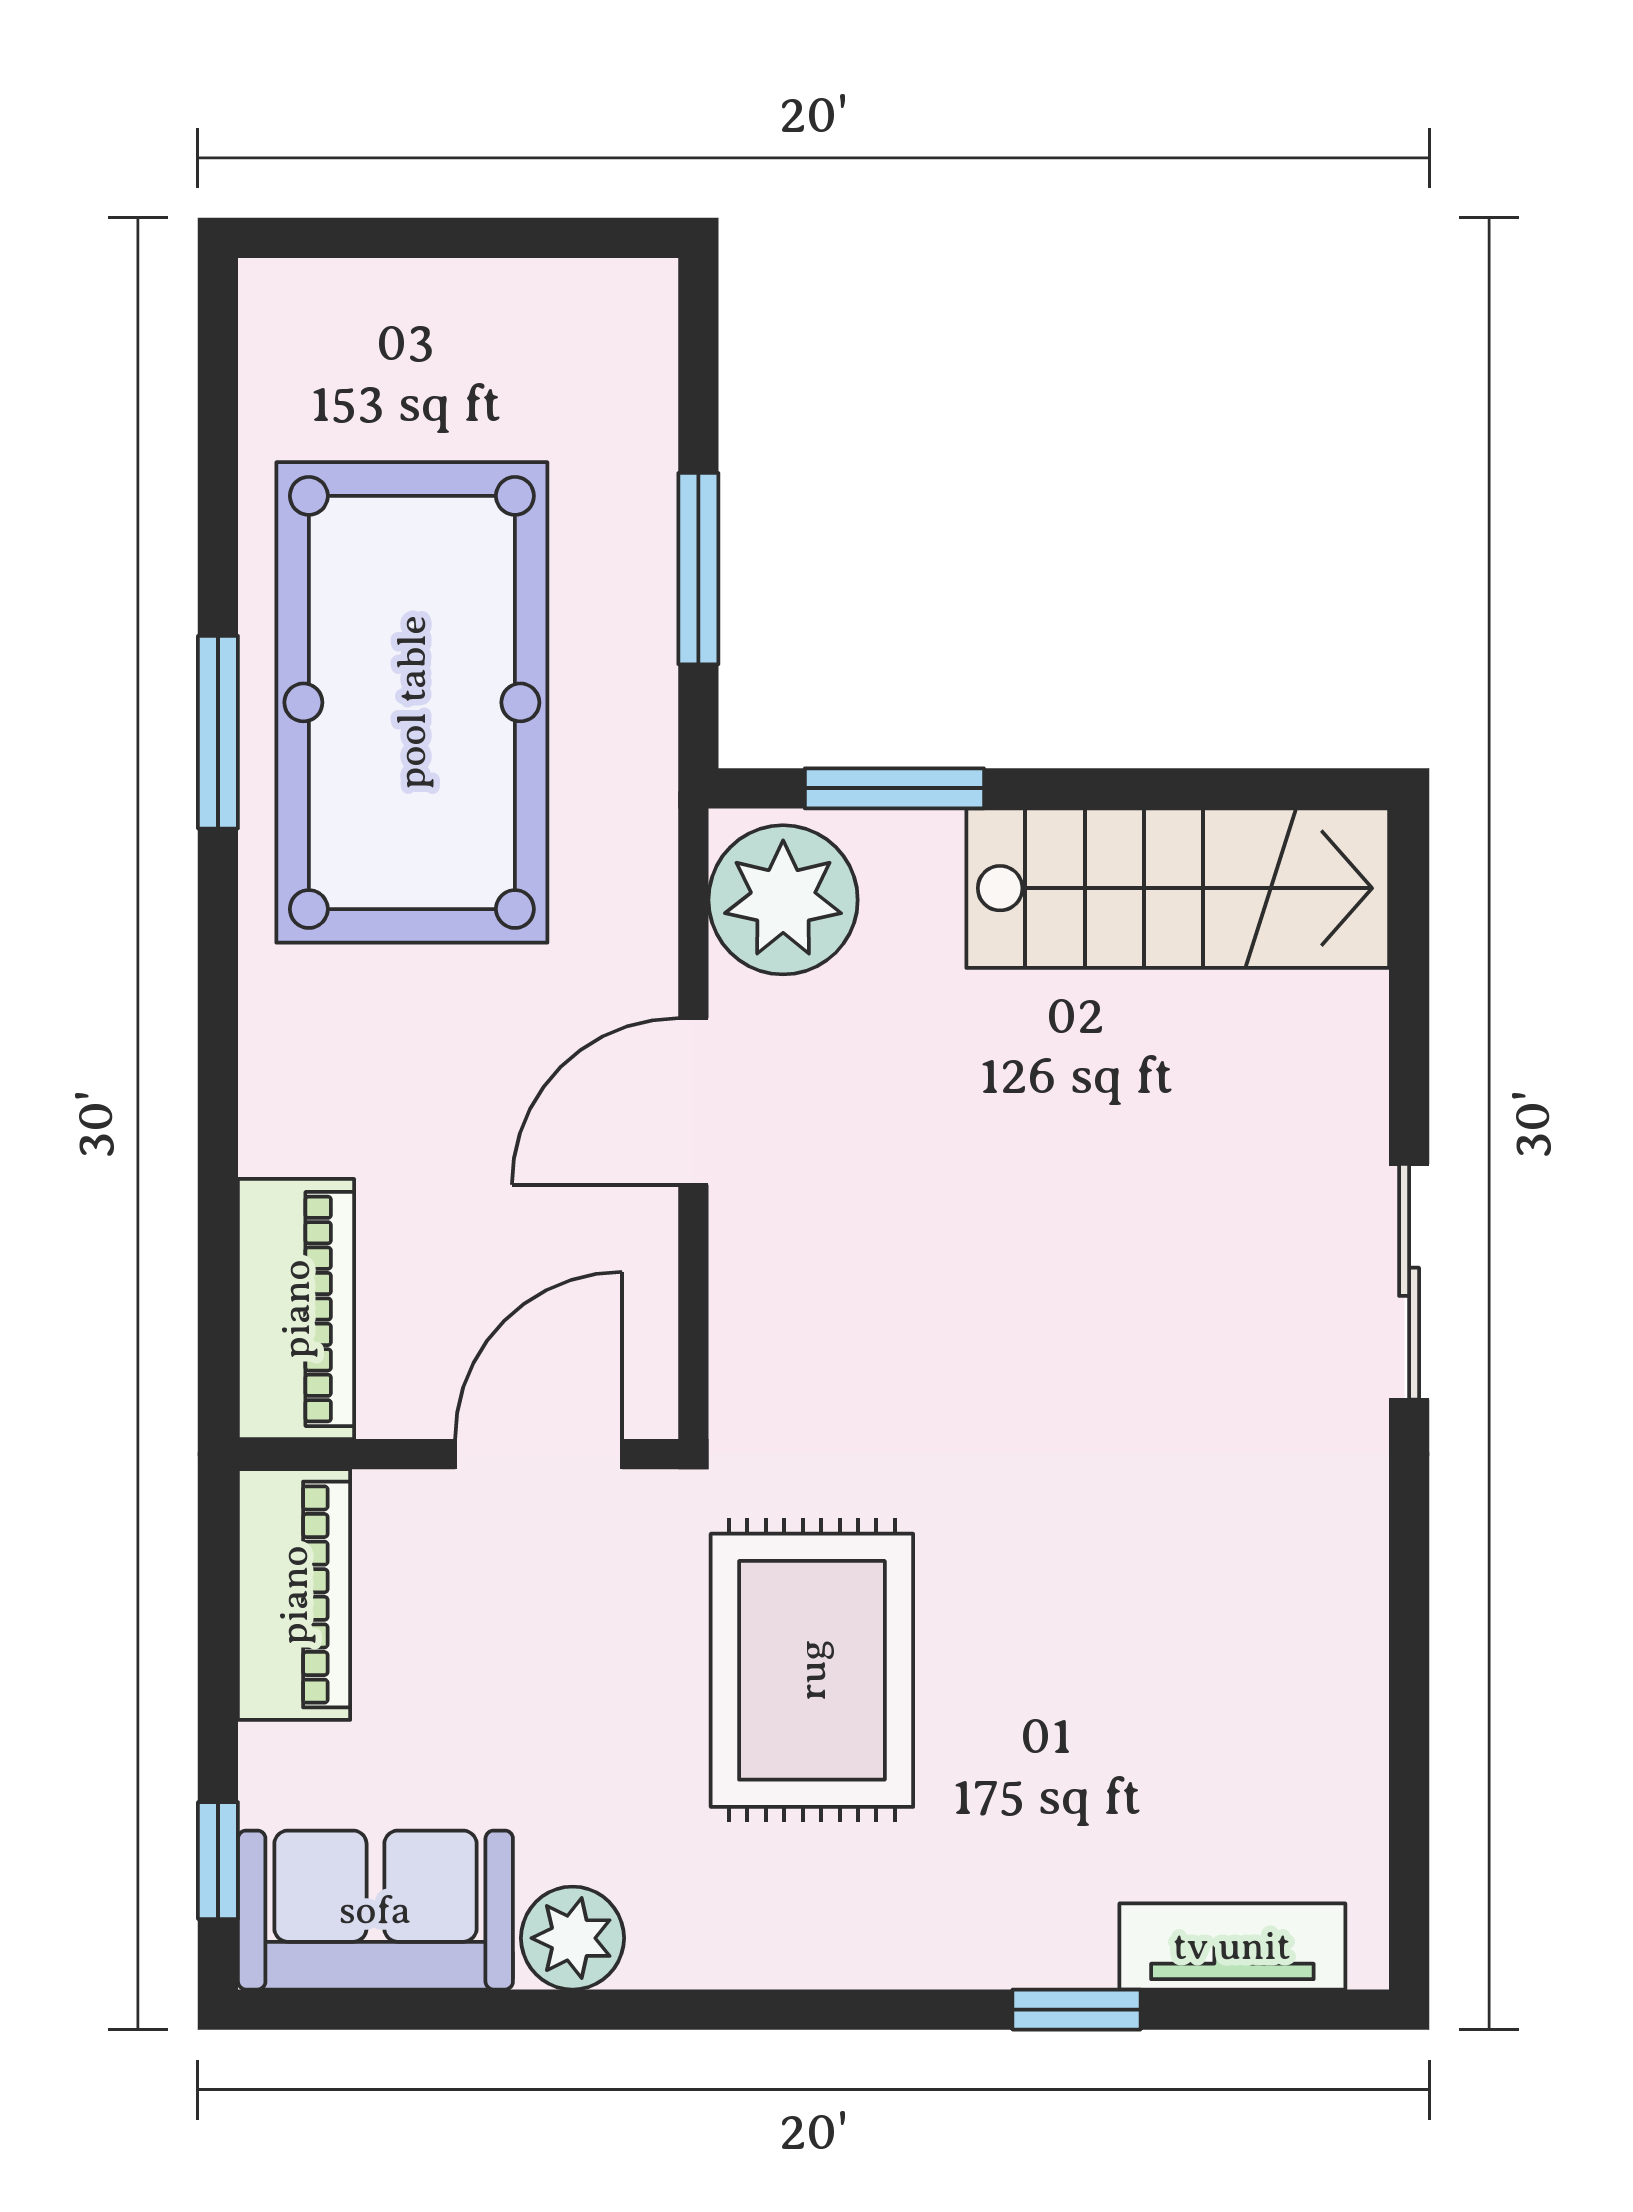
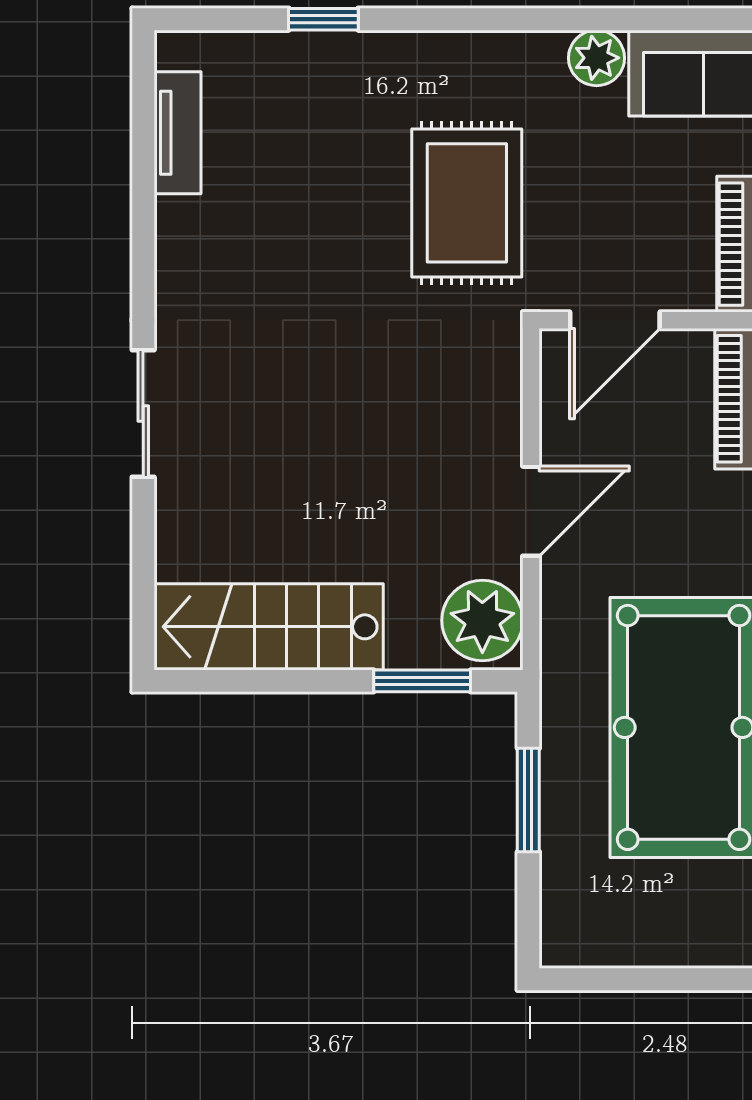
tv unit: (1232, 1946) -> (177, 133), moved, turned -90

